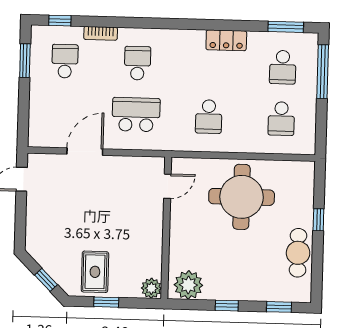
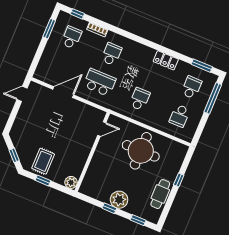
school desk: (283, 67) -> (191, 87), turned 180
school desk: (209, 117) -> (140, 99), turned 180
plant: (188, 285) -> (119, 200), moved

